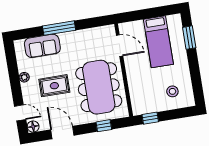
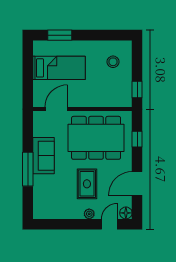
sofa: (42, 46) -> (43, 156), moved
plant: (24, 77) -> (89, 214), moved

